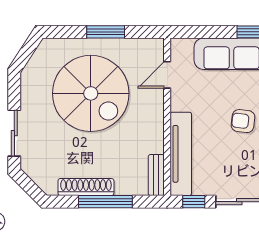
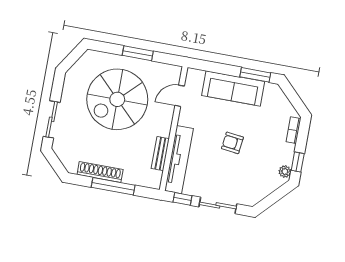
spiral stairs: (91, 93) -> (117, 99), turned 90
bench: (156, 175) -> (160, 154), moved

